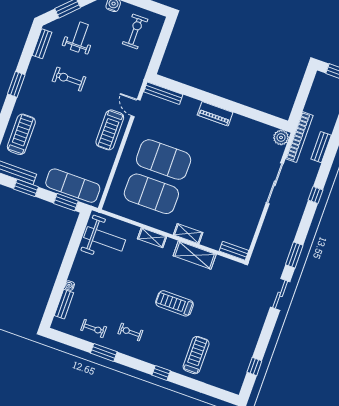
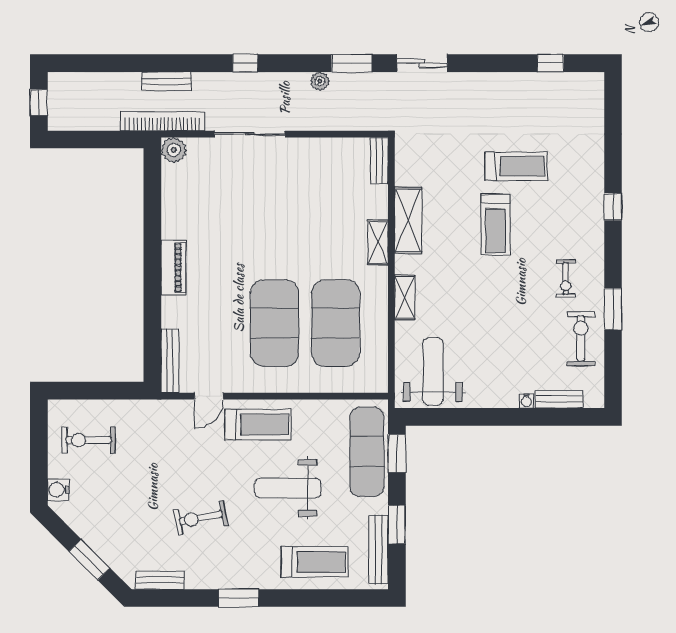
weight bench: (79, 37) -> (288, 488), moved, width x1.36, depth x1.33
exercise bike: (69, 79) -> (201, 518), turned 79
treadmill: (21, 134) -> (315, 562), turned 180
plant: (290, 233) -> (320, 81), added
exercise bike: (94, 329) -> (581, 338), width x1.38, depth x1.39
treadmill: (196, 355) -> (516, 166), moved, turned 180

